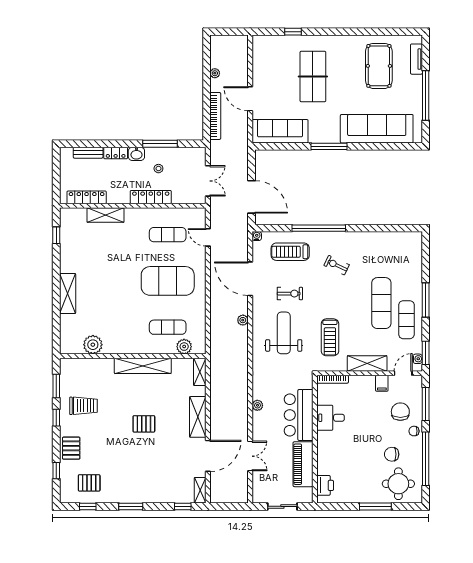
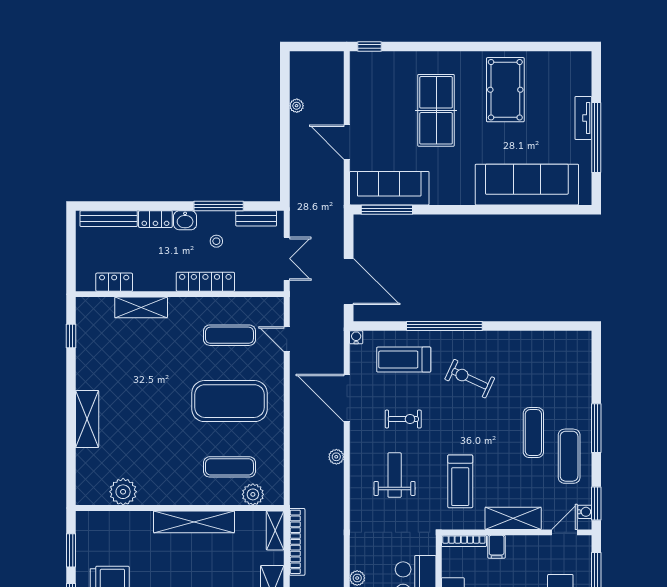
window: (293, 32) -> (369, 46), moved
tv unit: (416, 59) -> (583, 118), moved
pool table: (379, 66) -> (505, 90), moved
bookcase: (215, 116) -> (297, 542), moved
window: (329, 146) -> (387, 210), moved
bench: (186, 152) -> (256, 218), added
bench: (88, 153) -> (109, 219), width x1.36
locker: (87, 197) -> (114, 282), width x0.66
exercise bike: (337, 265) -> (470, 379), width x1.38, depth x1.39
exercise mat: (381, 303) -> (533, 433), width x0.73, depth x0.69
weight bench: (284, 333) -> (395, 475), width x0.73, depth x0.75
filing cabinet: (382, 383) -> (497, 547), moved

